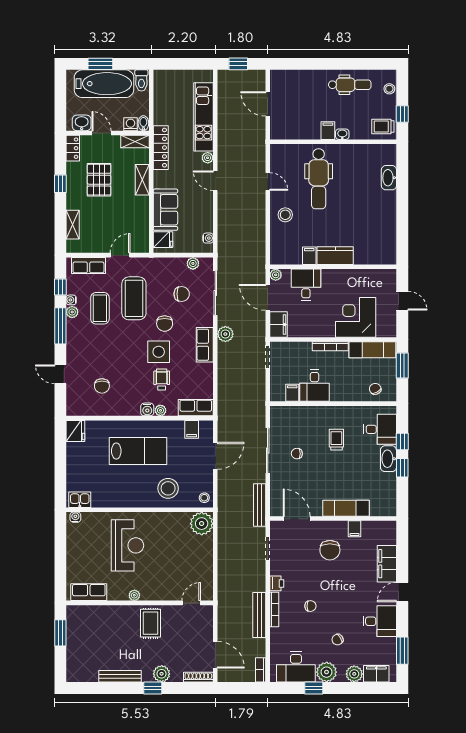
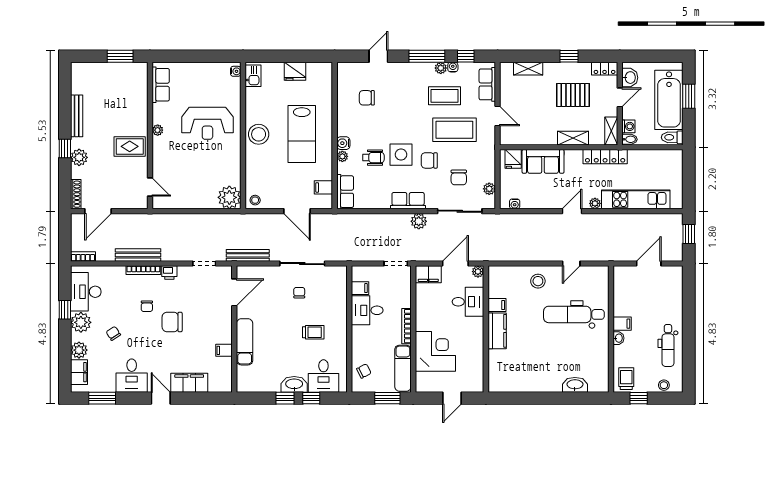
fridge: (75, 431) -> (295, 71), moved
stool: (168, 488) -> (259, 134), moved
chair: (330, 550) -> (172, 322), moved

